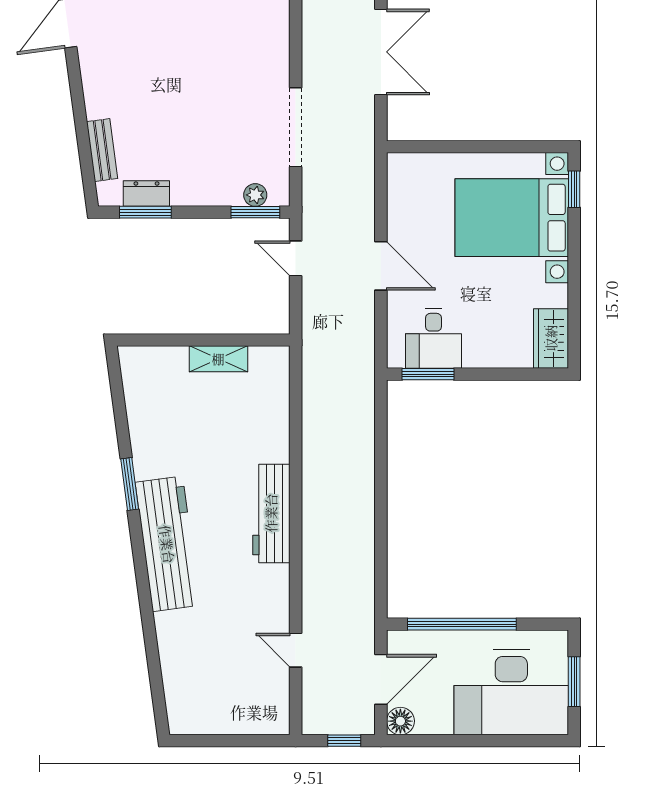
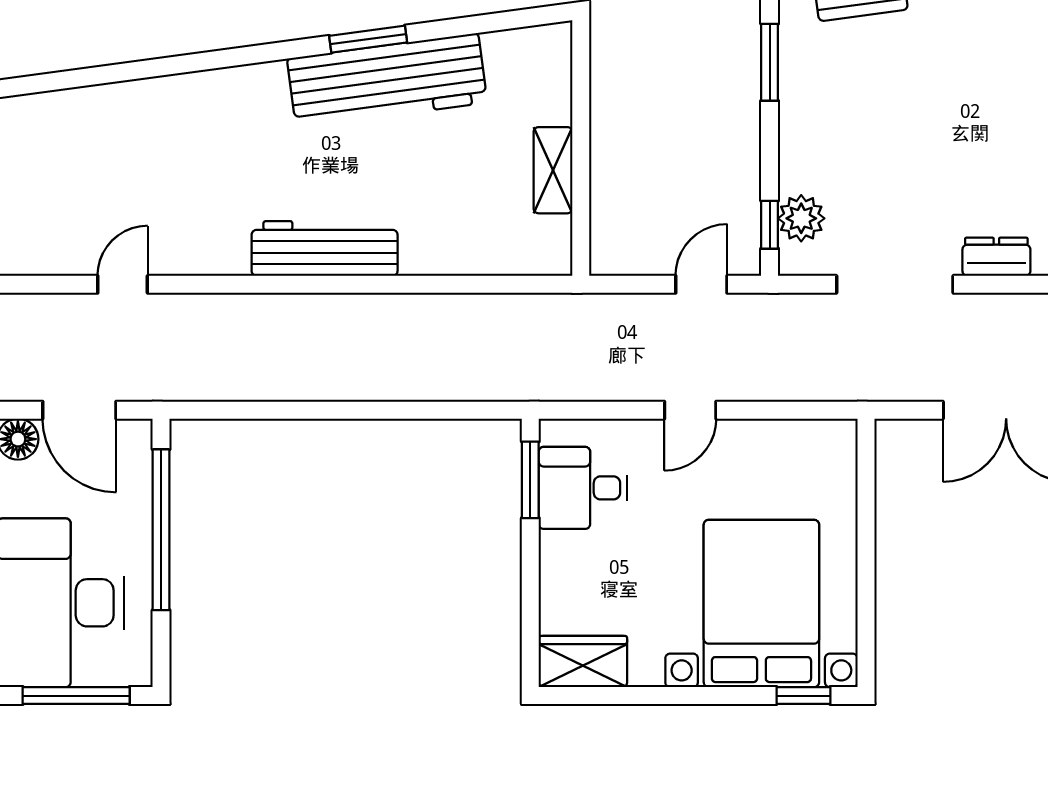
dresser: (146, 194) -> (996, 257), moved, turned -90
plant: (255, 195) -> (801, 218), width x1.38, depth x1.38
window: (255, 212) -> (770, 225), width x0.67
door: (381, 266) -> (690, 410), width x0.73
workbench: (167, 544) -> (387, 81), moved
window: (574, 682) -> (76, 696), width x1.44

